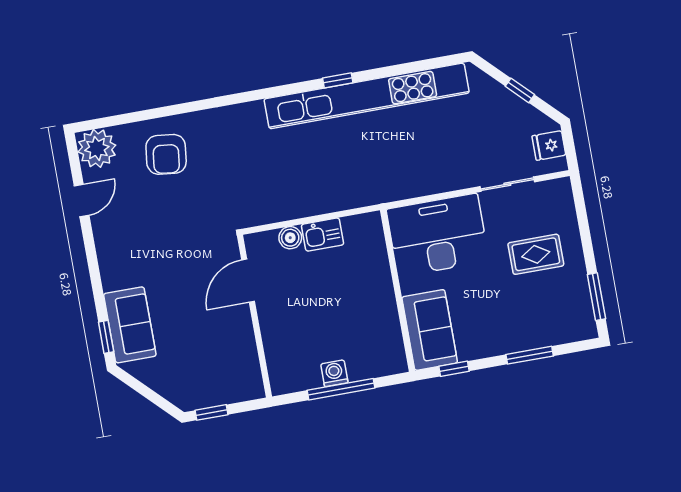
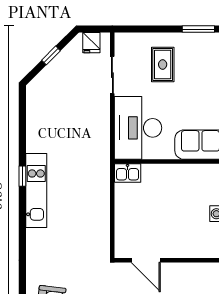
kitchen unit: (367, 96) -> (36, 191), width x0.54
kitchen sink: (323, 235) -> (128, 173), moved, turned 90
boiler: (290, 238) -> (122, 227), removed

